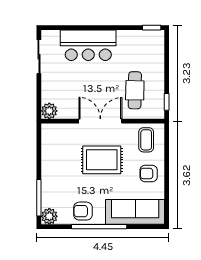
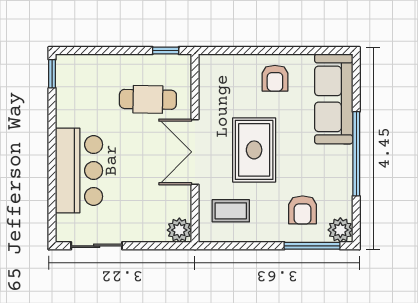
coffee table: (146, 140) -> (231, 211), moved
armchair: (83, 211) -> (303, 210), moved

